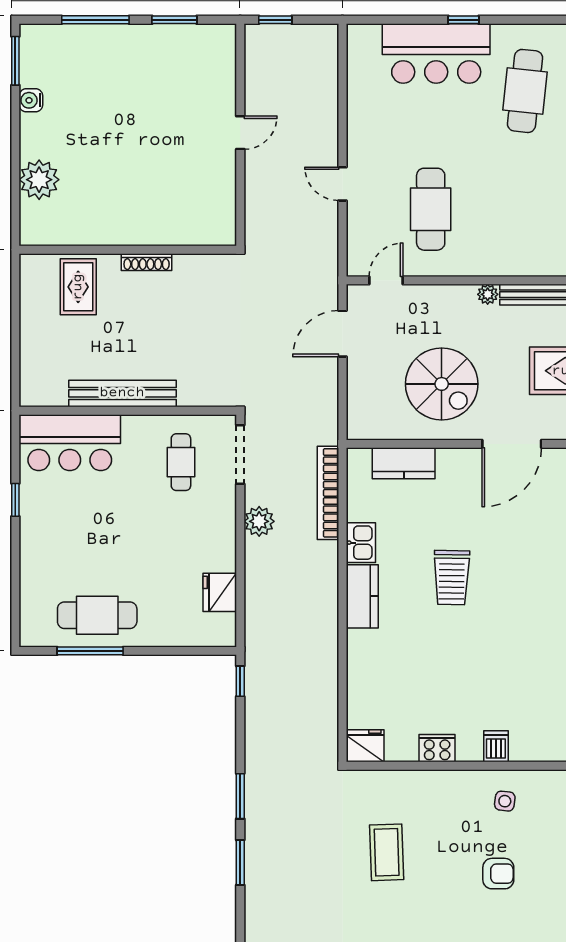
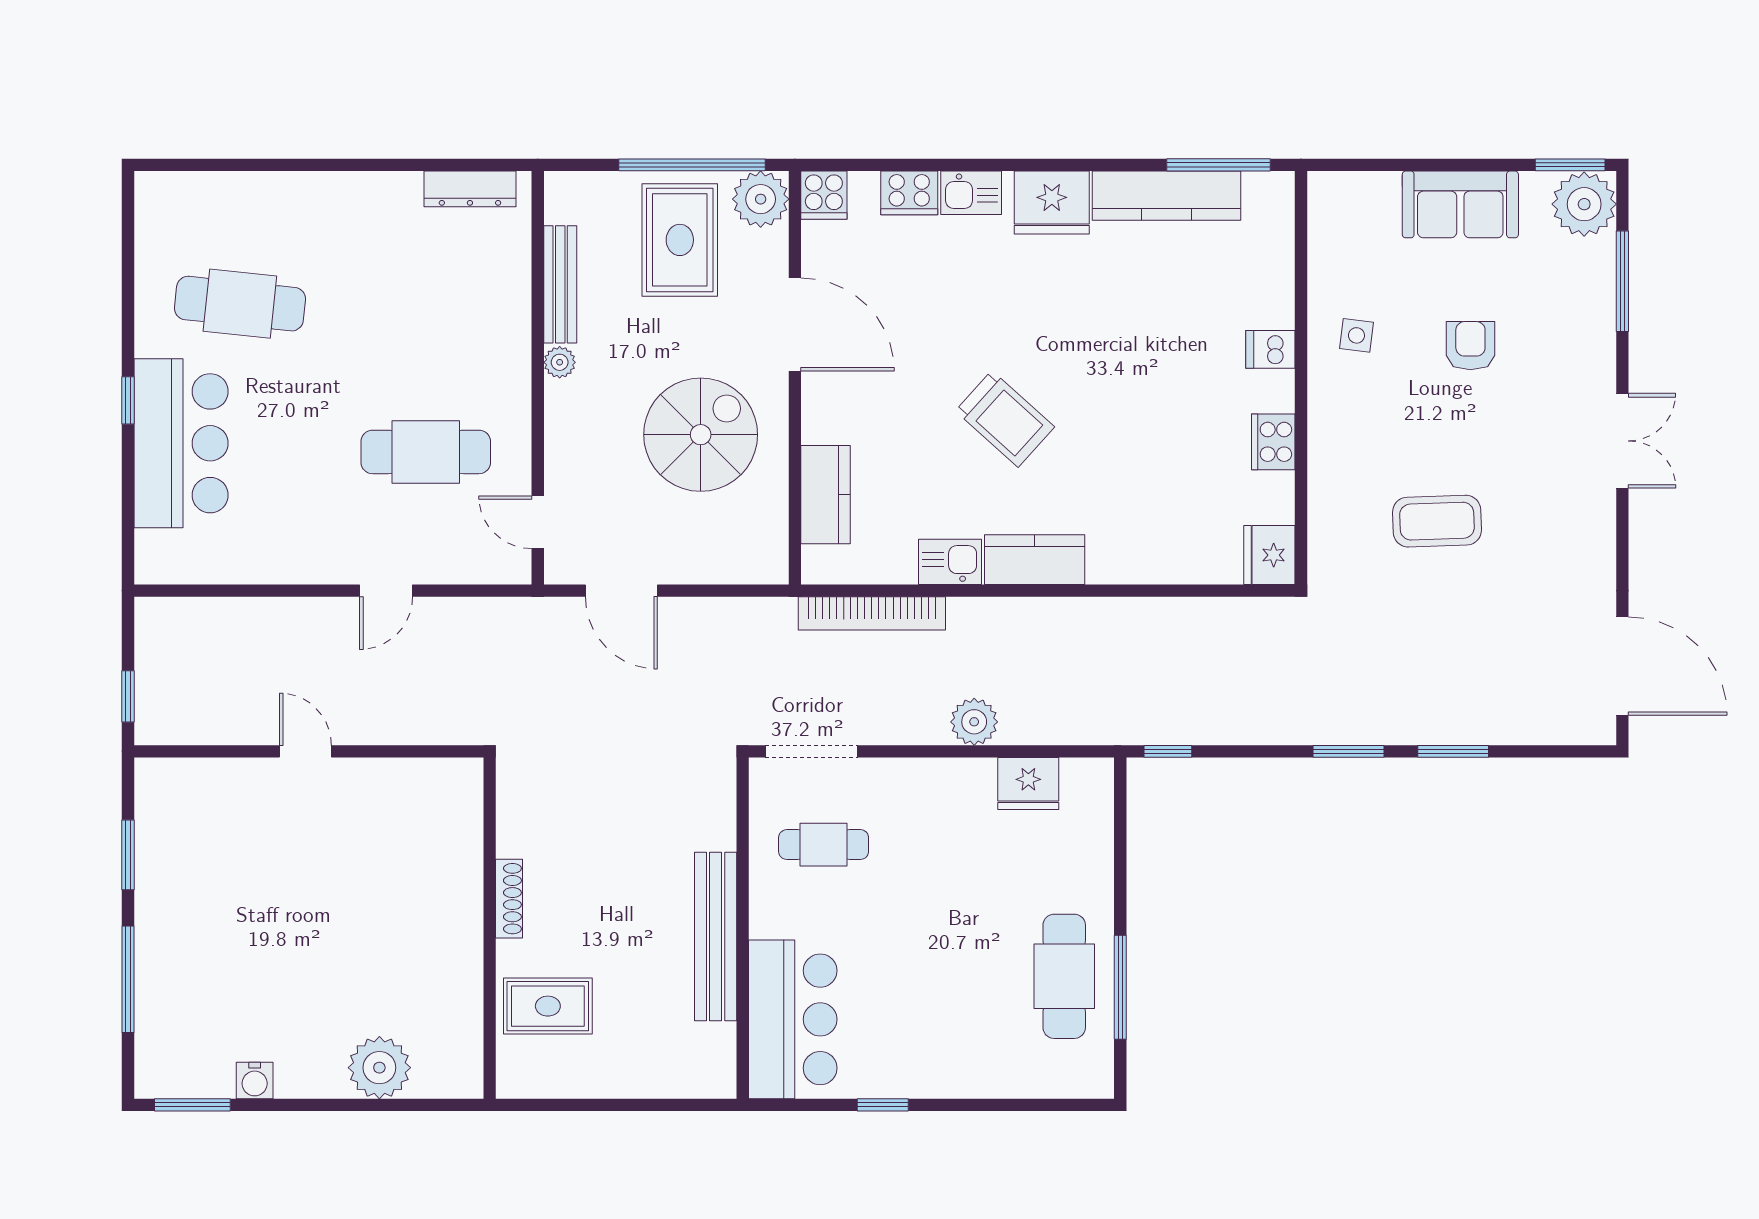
plant: (259, 521) -> (974, 722), moved
trolley: (452, 578) -> (1005, 419), turned 41

